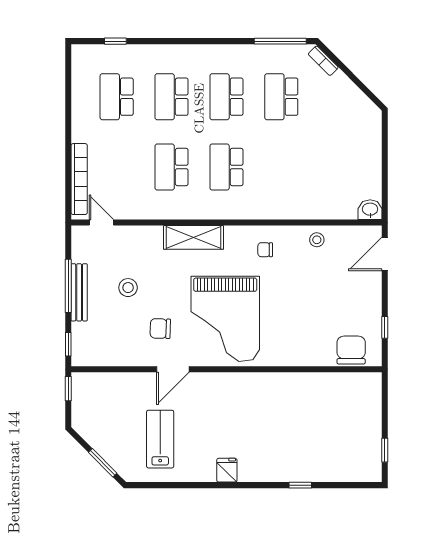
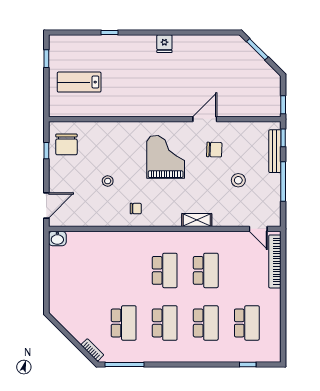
shelving: (193, 237) -> (197, 220), width x0.67, depth x0.75
stool: (317, 240) -> (108, 181), moved
bench: (79, 292) -> (275, 151), moved
grand piano: (225, 319) -> (166, 157), width x0.73, depth x0.68
chair: (351, 350) -> (66, 144), moved
lab bench: (160, 439) -> (79, 82), moved, turned 90

